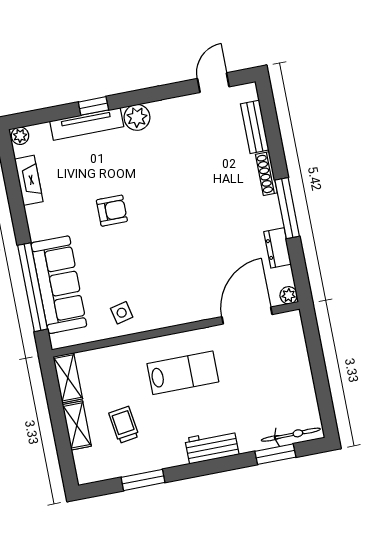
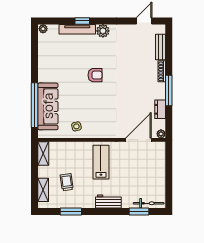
fireplace: (29, 180) -> (43, 52), removed
armchair: (112, 211) -> (95, 75), moved
lab bench: (183, 373) -> (101, 162), turned -90
shelving: (77, 425) -> (43, 190), moved

